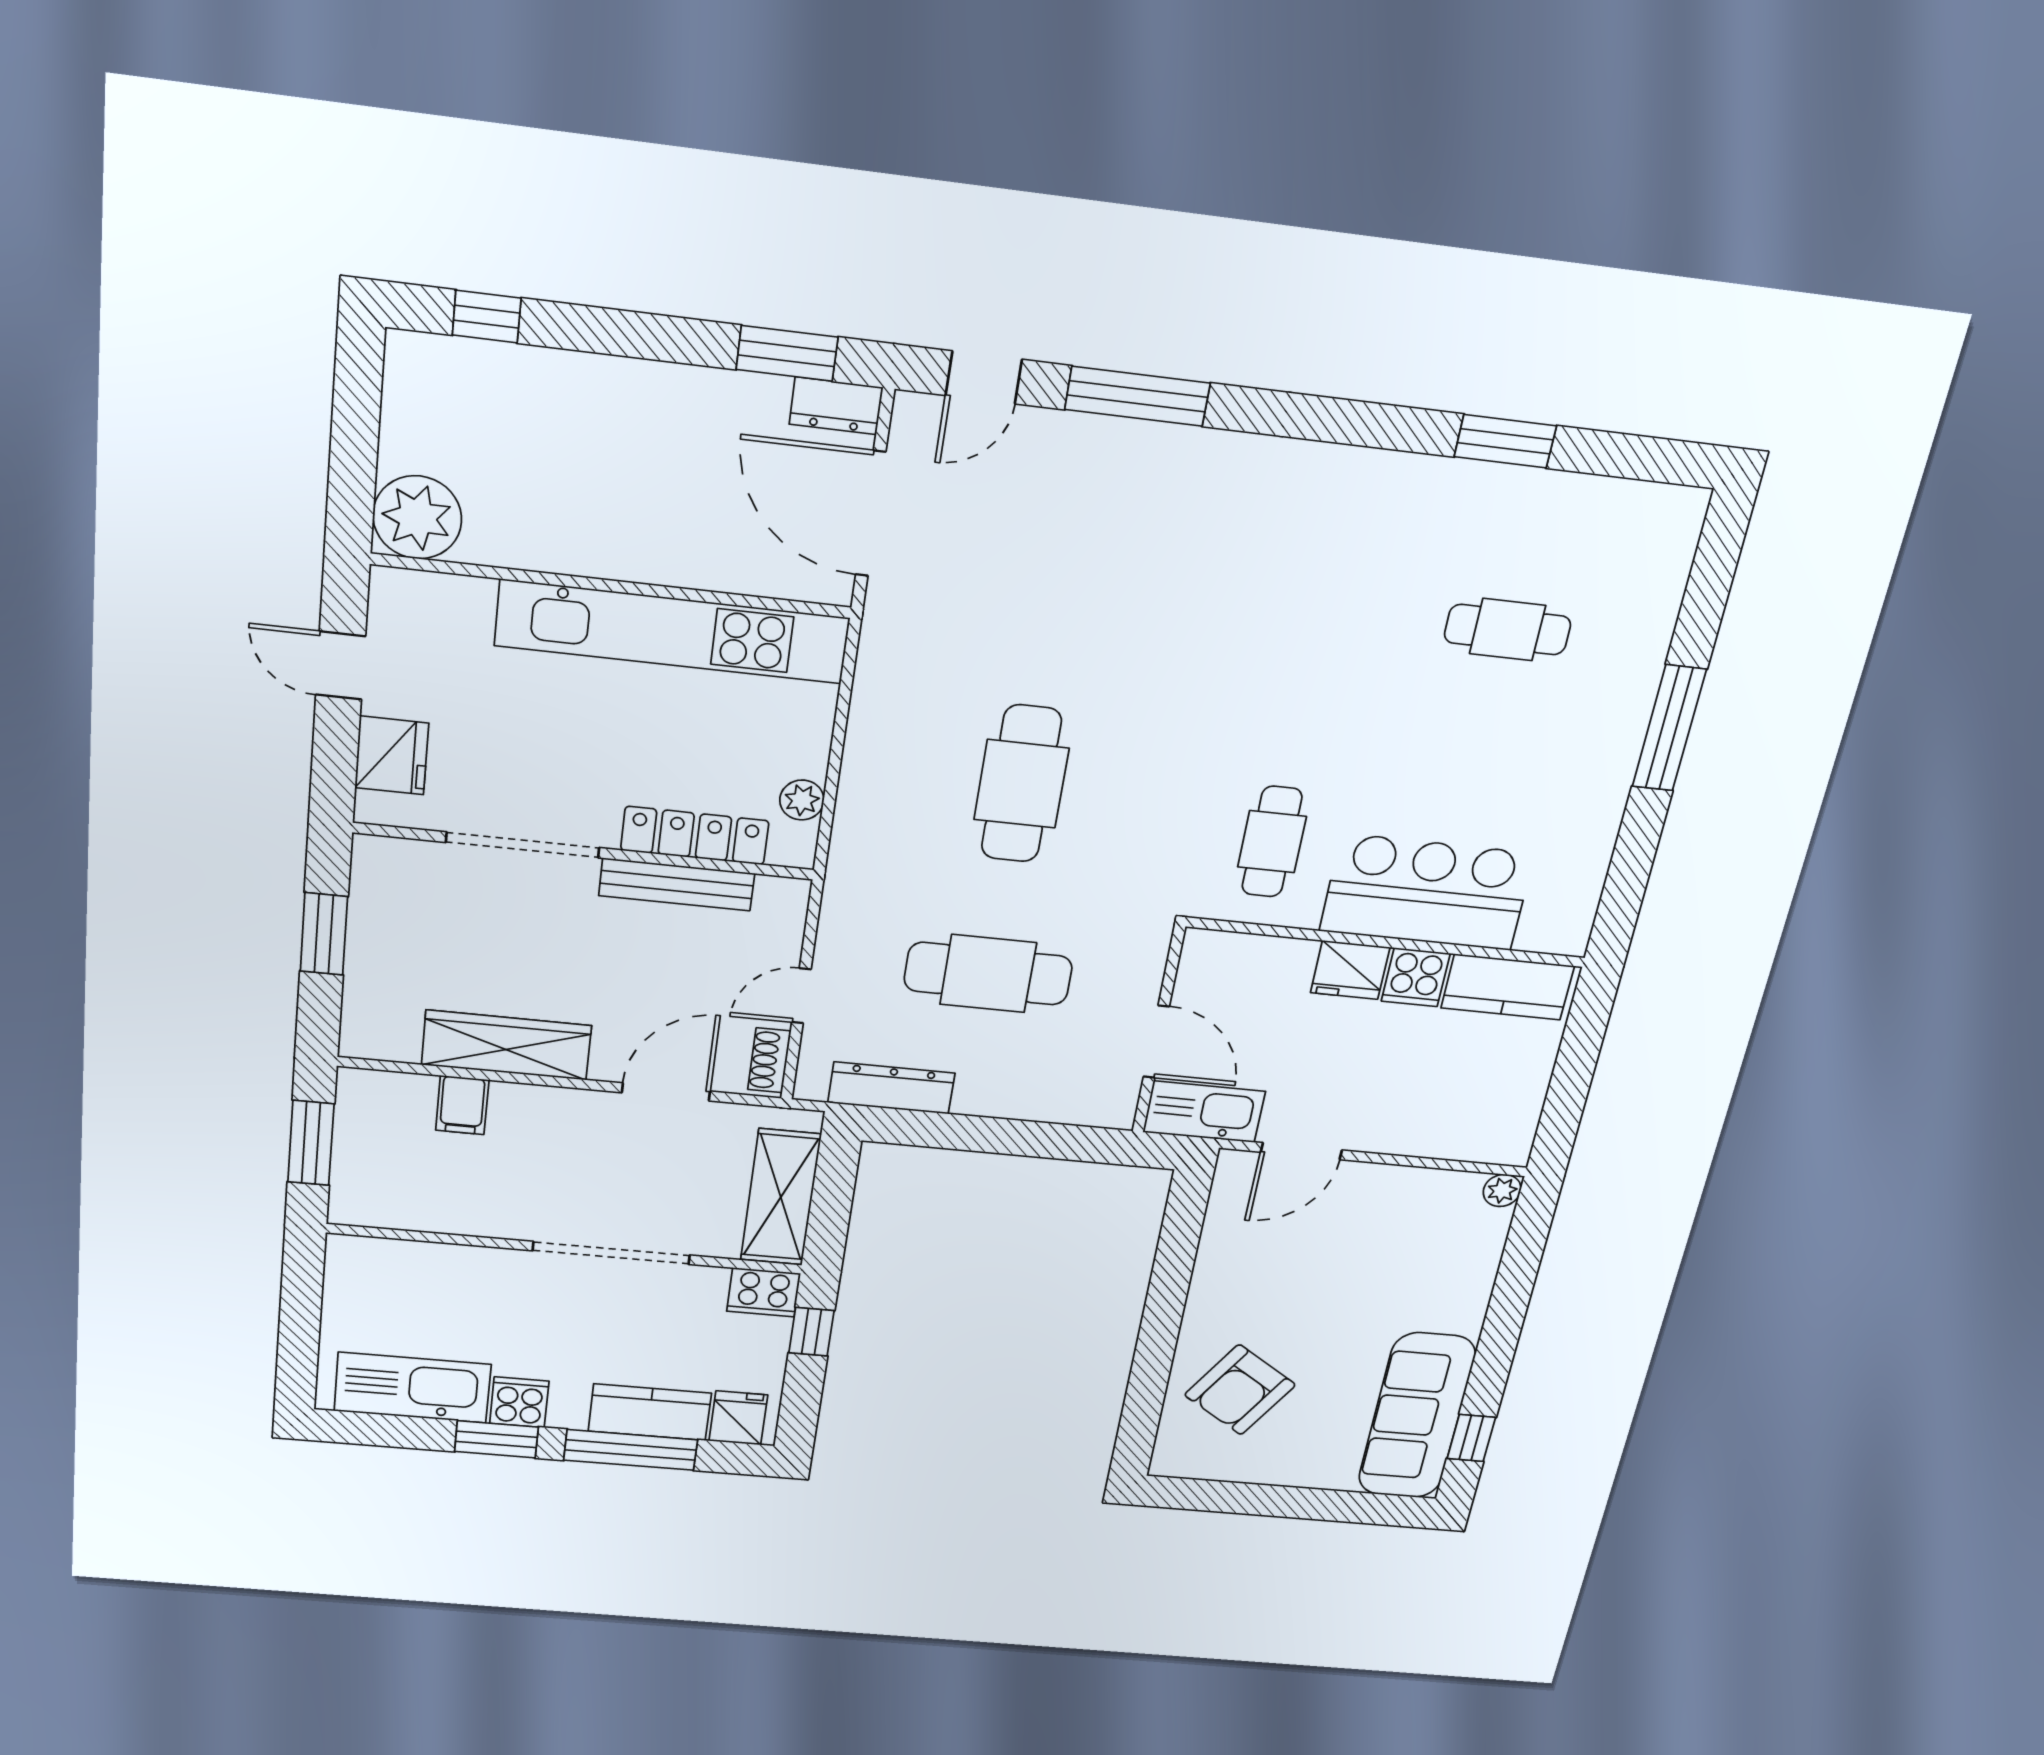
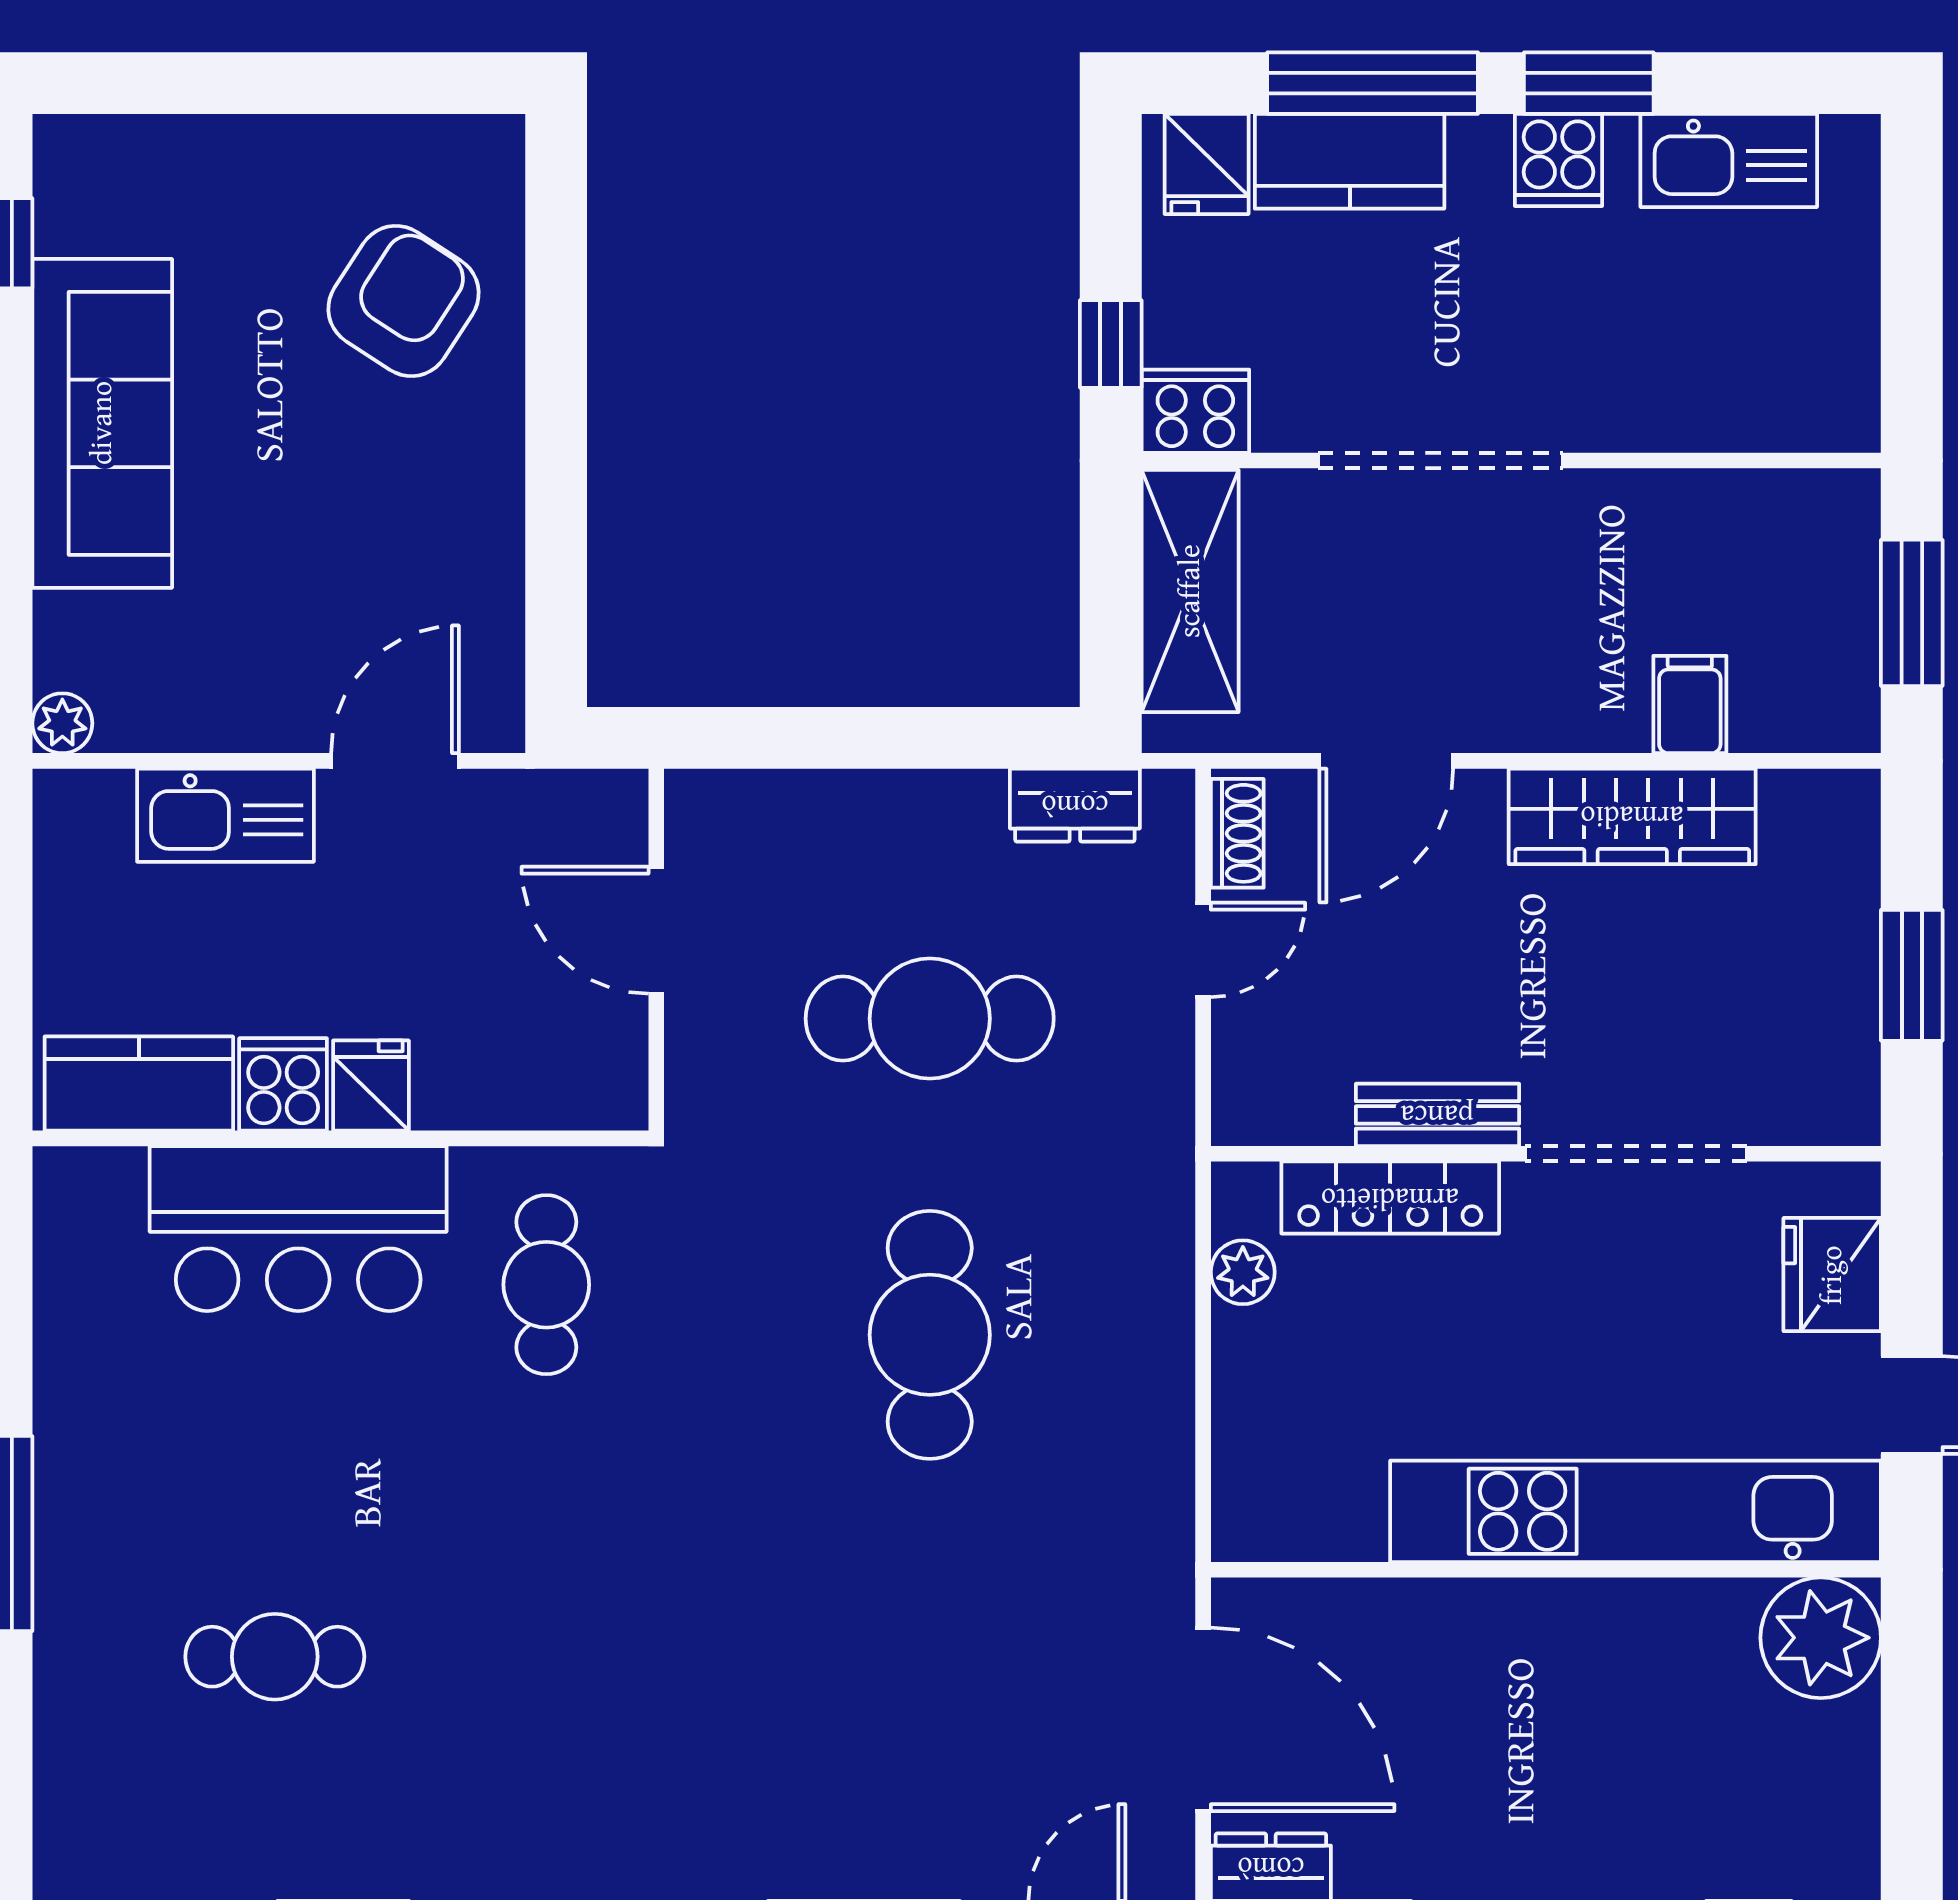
kitchen unit: (672, 632) -> (1636, 1511), moved
bench: (677, 885) -> (1437, 1115), width x0.73
fridge: (1350, 970) -> (371, 1086), width x0.72
dresser: (891, 1088) -> (1075, 805), width x0.70
kitchen sink: (1204, 1112) -> (225, 815), moved
kitchen sink: (413, 1388) -> (1729, 160), width x0.73, depth x0.81
sofa: (1417, 1416) -> (102, 423), moved

